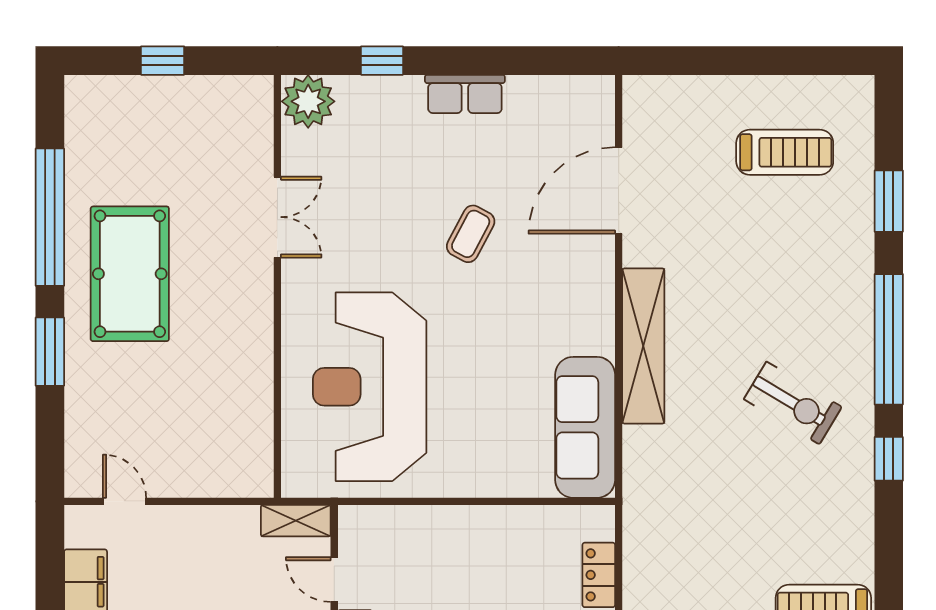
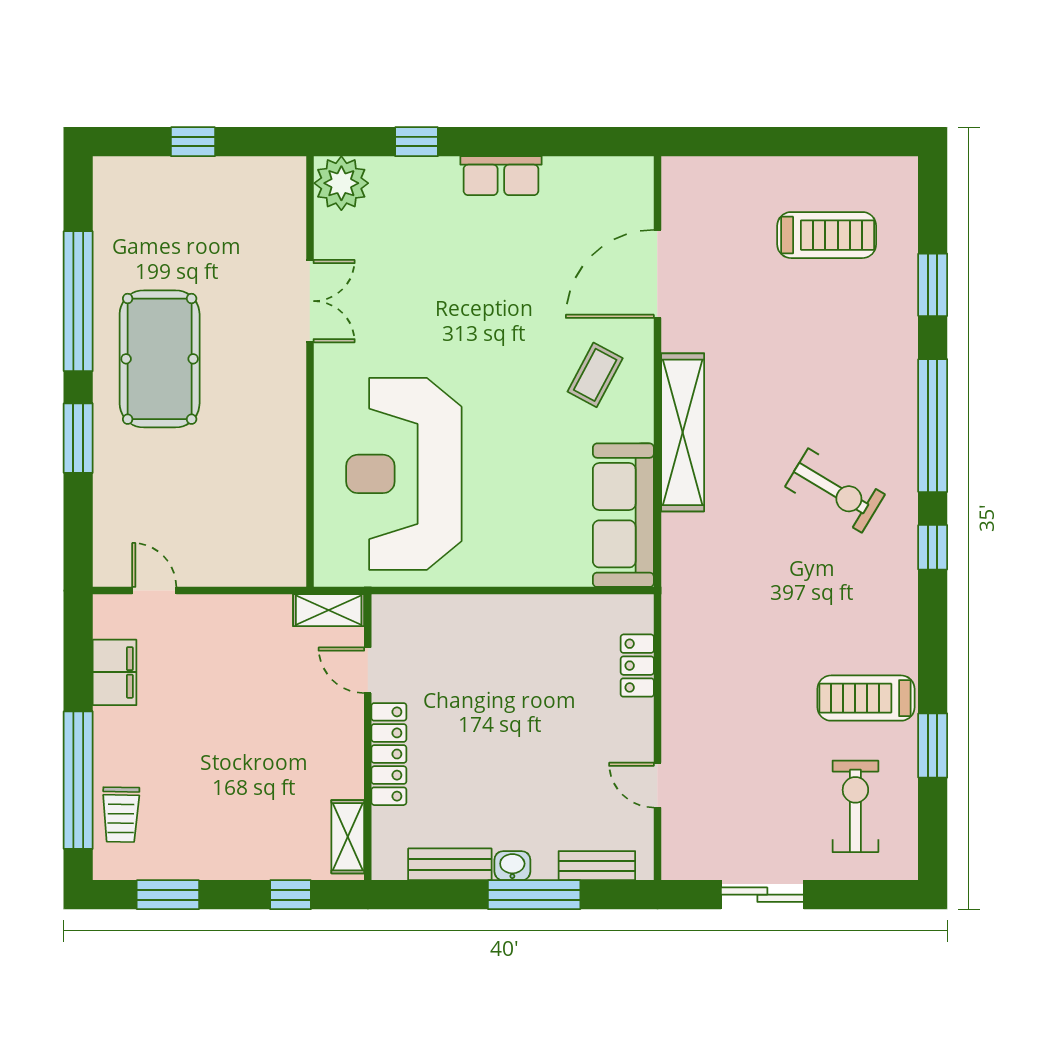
coffee table: (471, 234) -> (595, 375), moved

